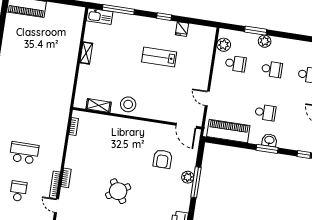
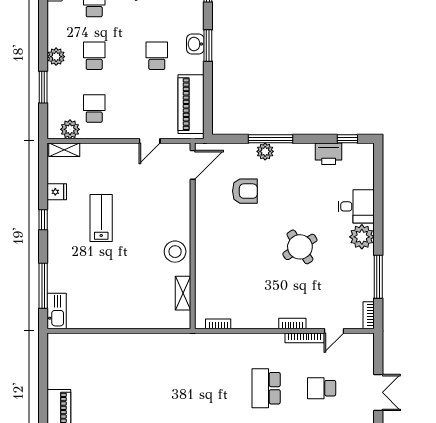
plant: (265, 41) -> (56, 57), moved
shelving: (86, 53) -> (64, 150), moved
lab bench: (159, 57) -> (101, 218), turned 180

